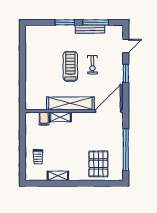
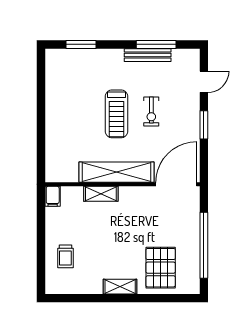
window: (65, 22) -> (81, 44), moved
treadmill: (70, 66) -> (116, 114), turned 180
filing cabinet: (44, 119) -> (53, 196), moved
shelving: (58, 176) -> (120, 287), moved

